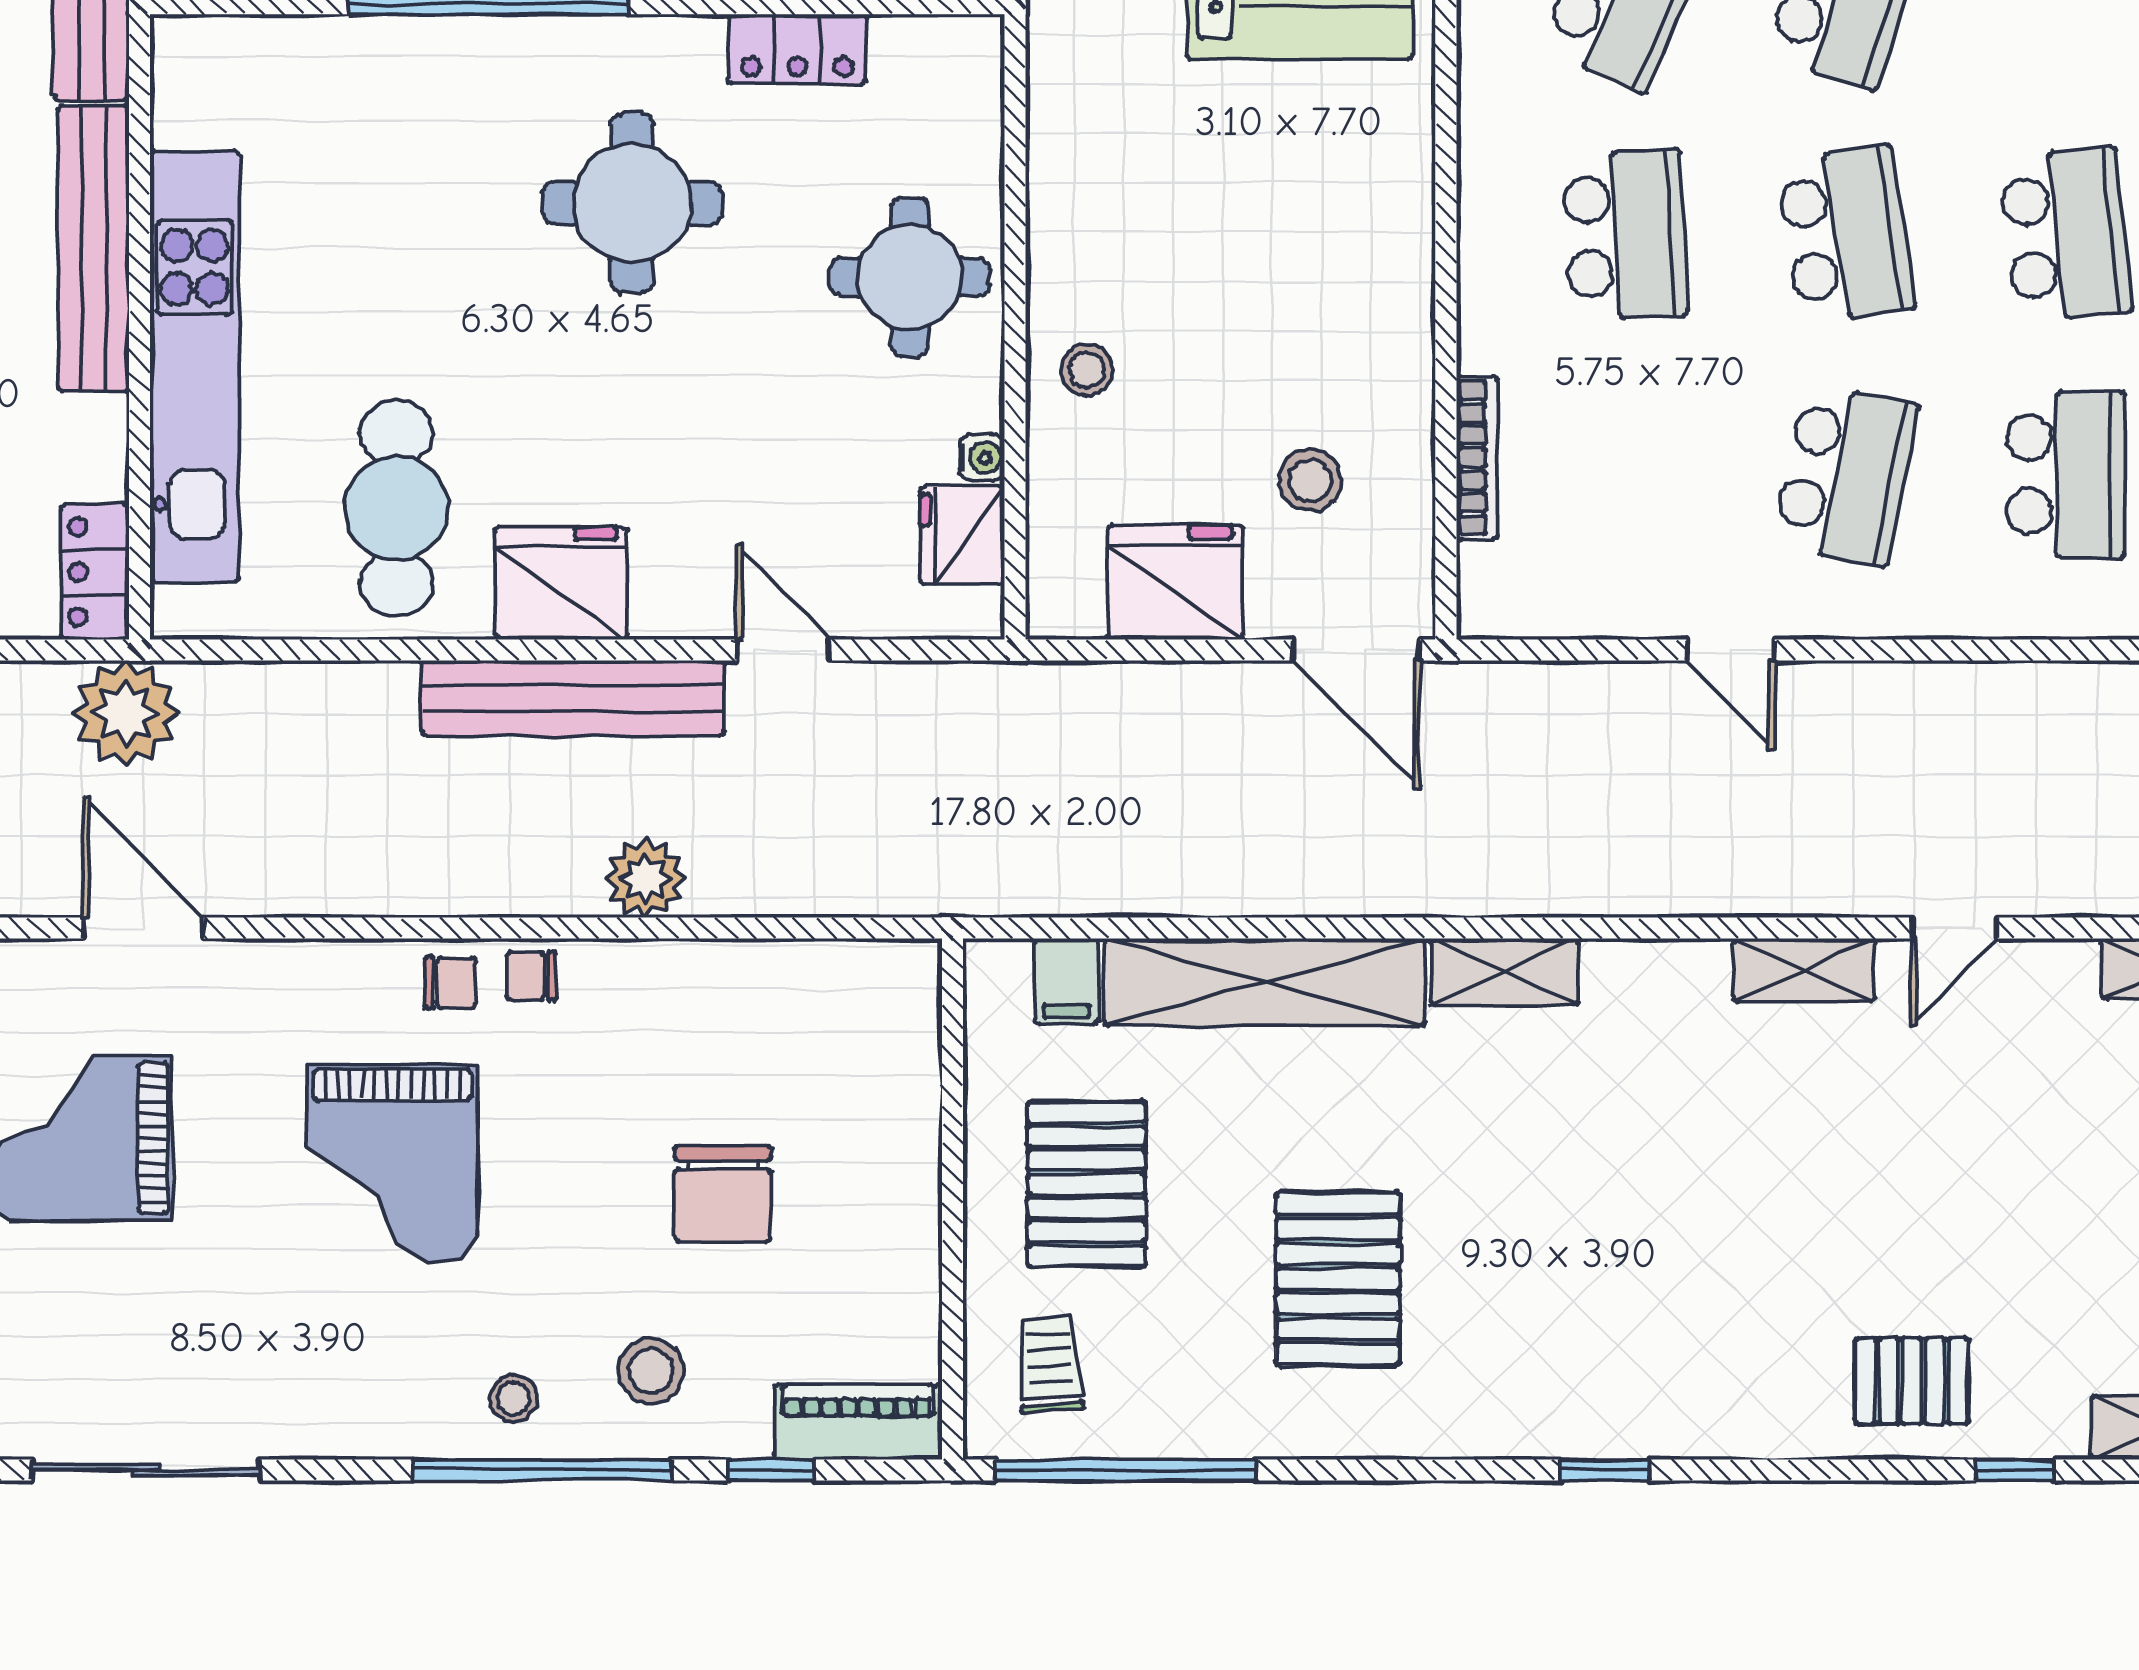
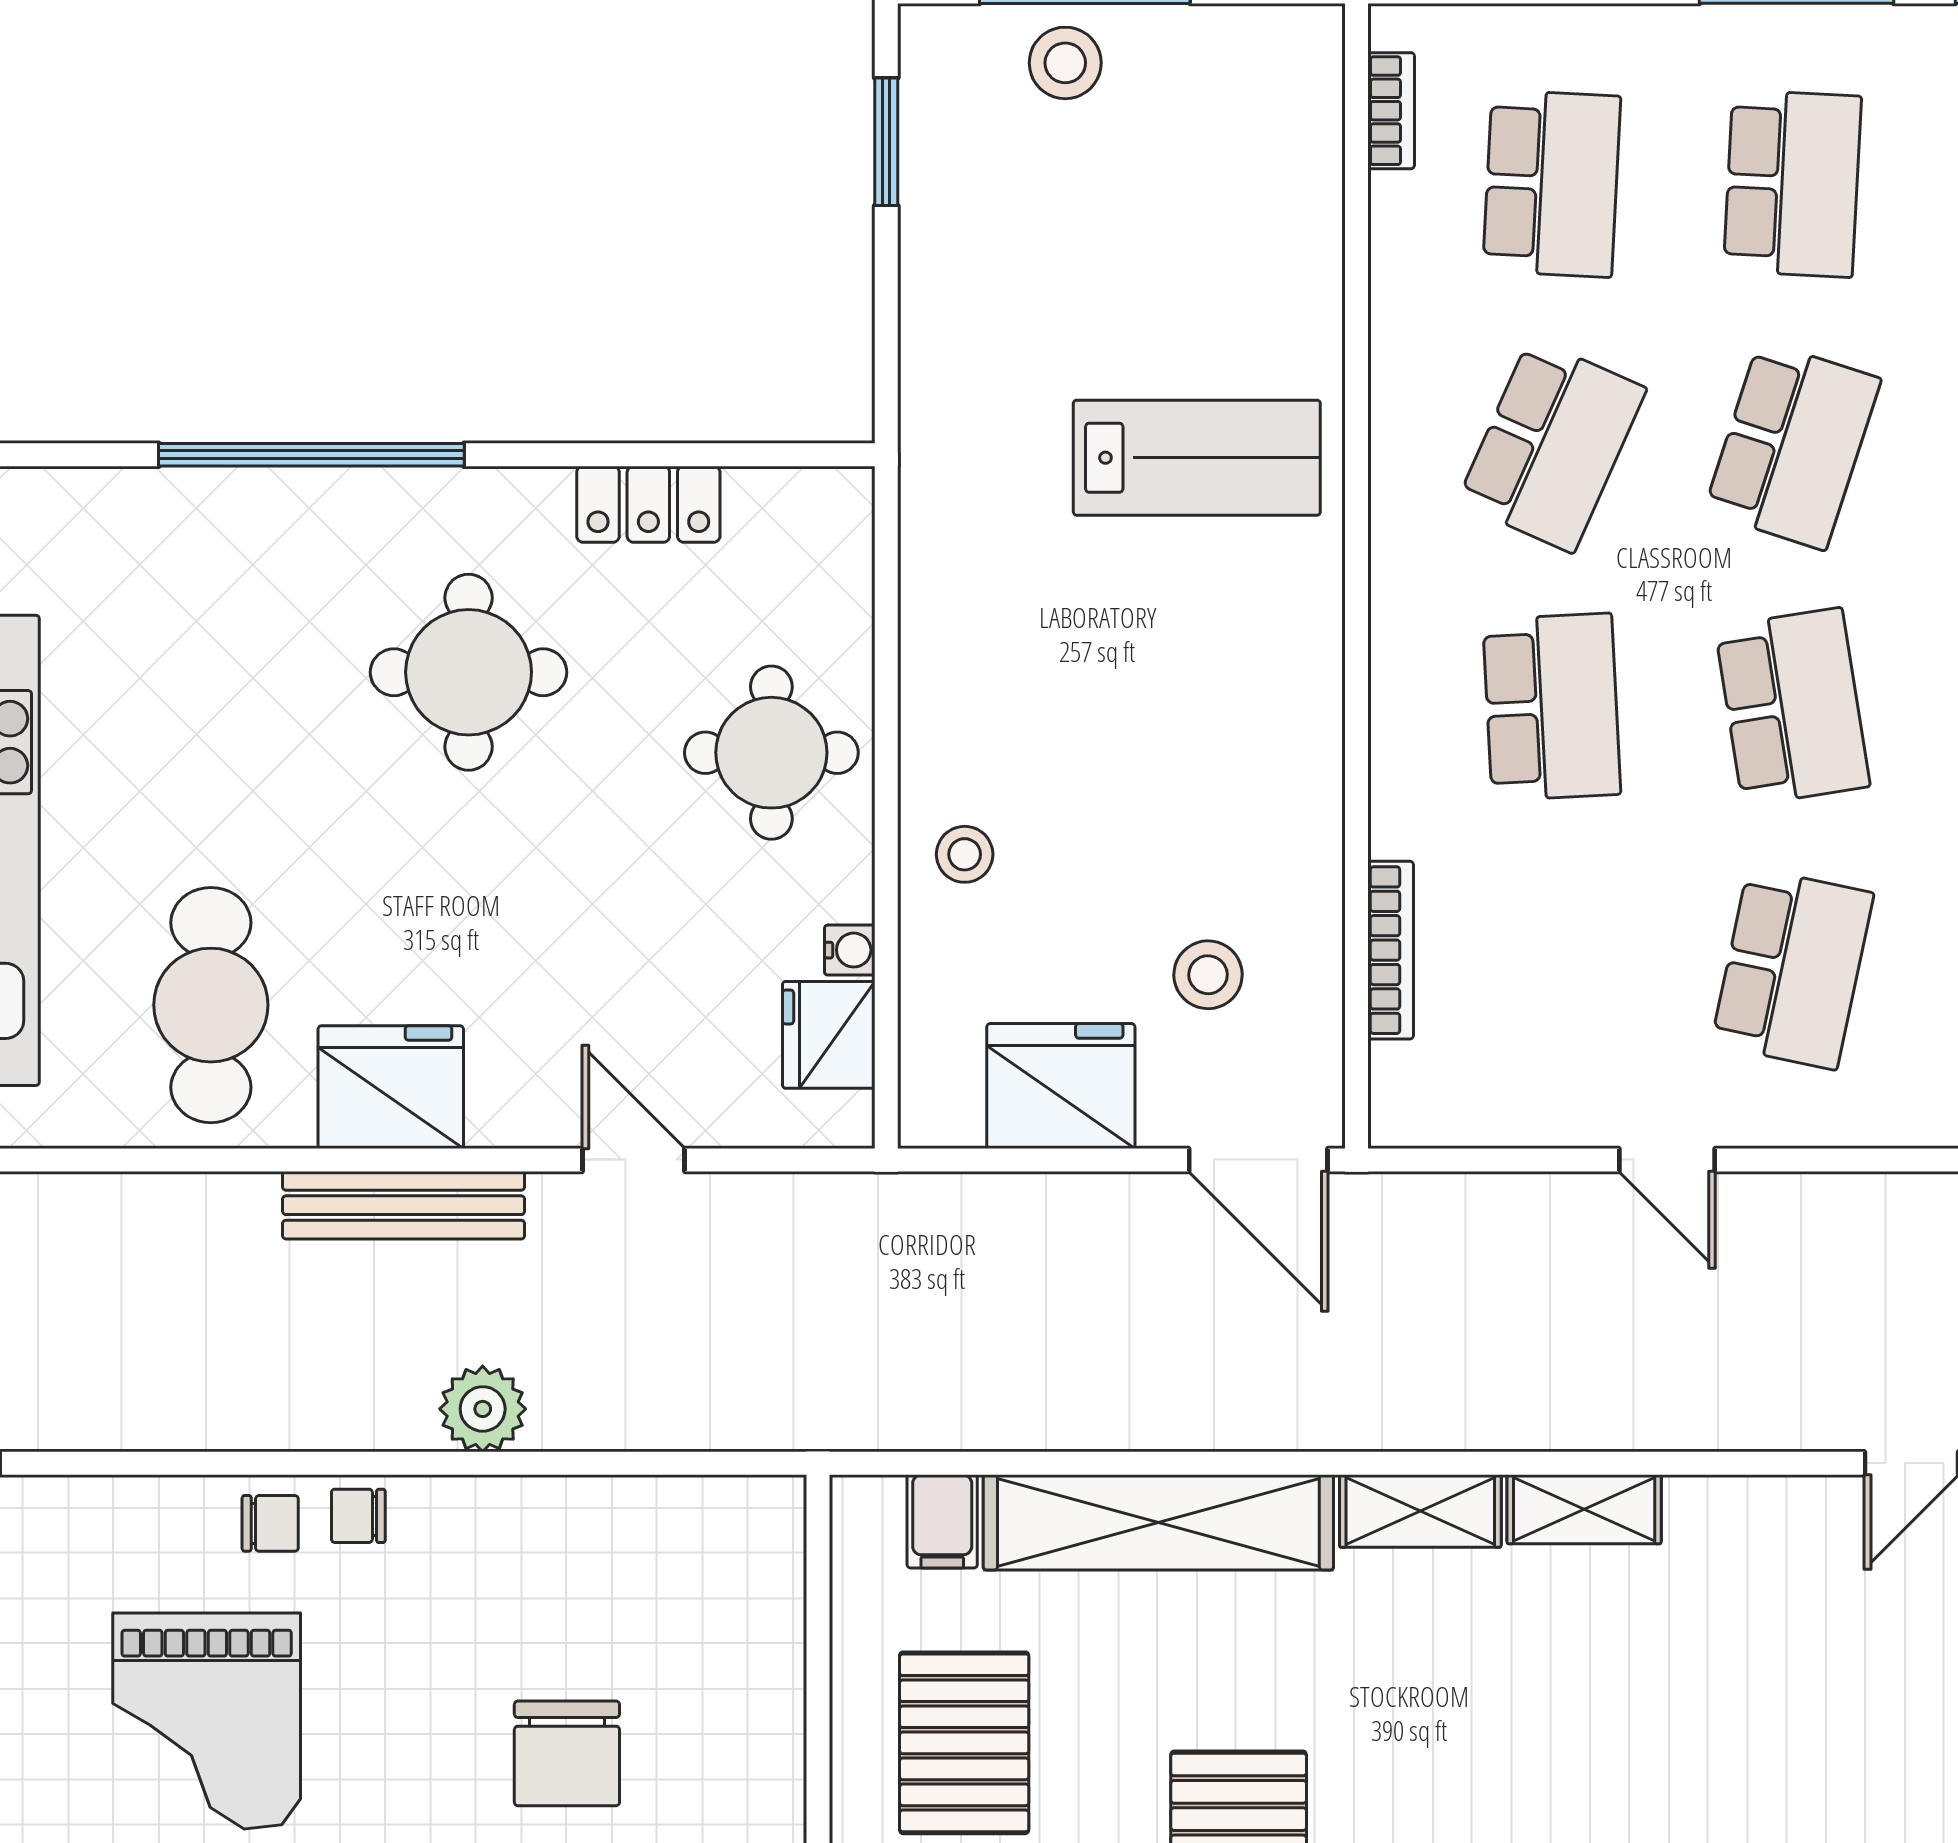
bench: (573, 698) -> (404, 1205), width x0.73, depth x0.82
shelving: (1804, 970) -> (1584, 1509), moved

